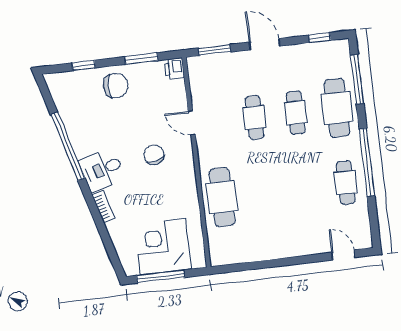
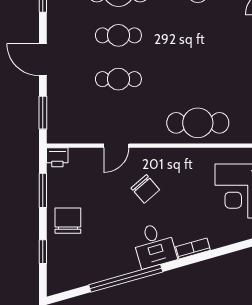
door: (264, 44) -> (43, 60), hinge flipped
chair: (154, 155) -> (145, 189), turned -118

